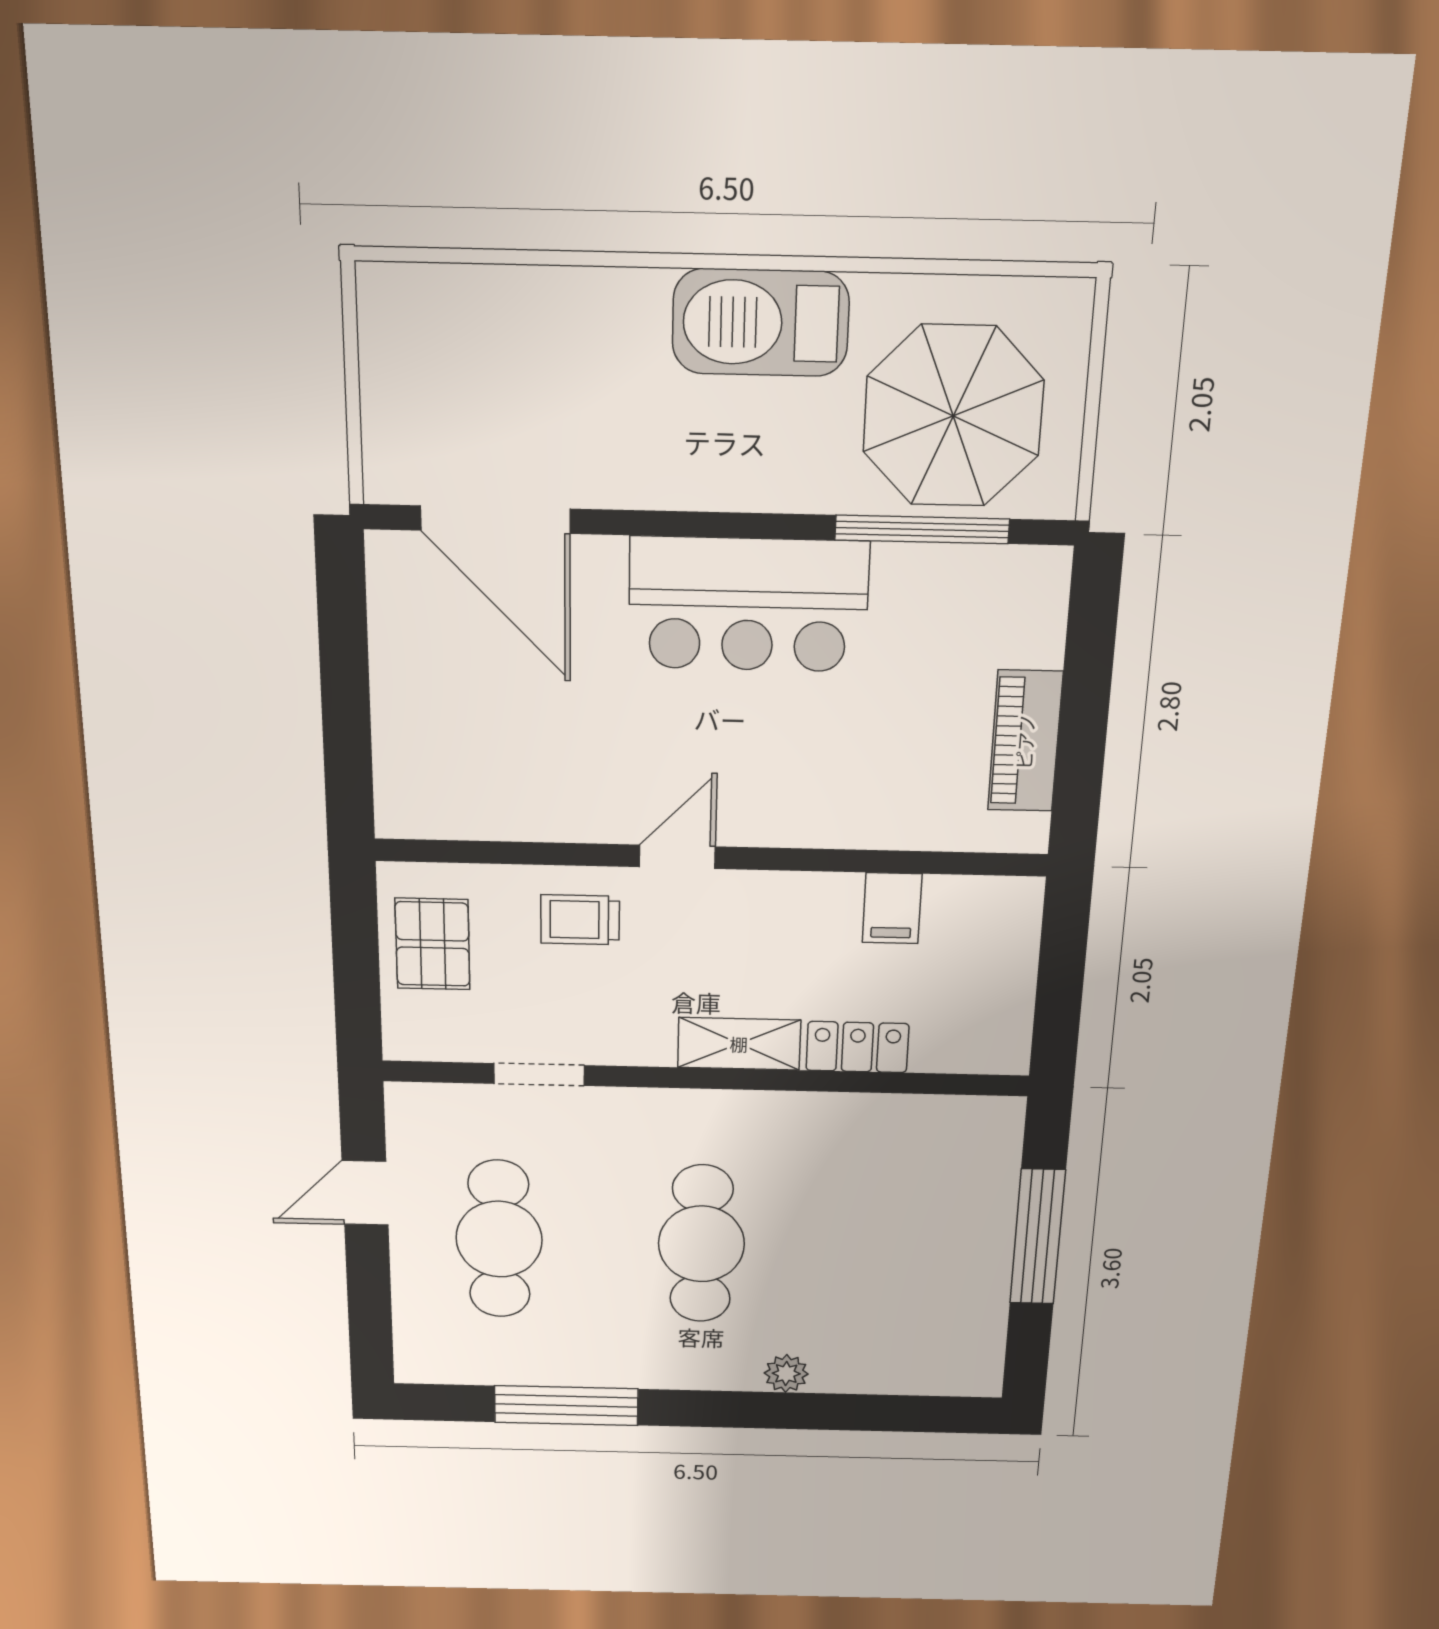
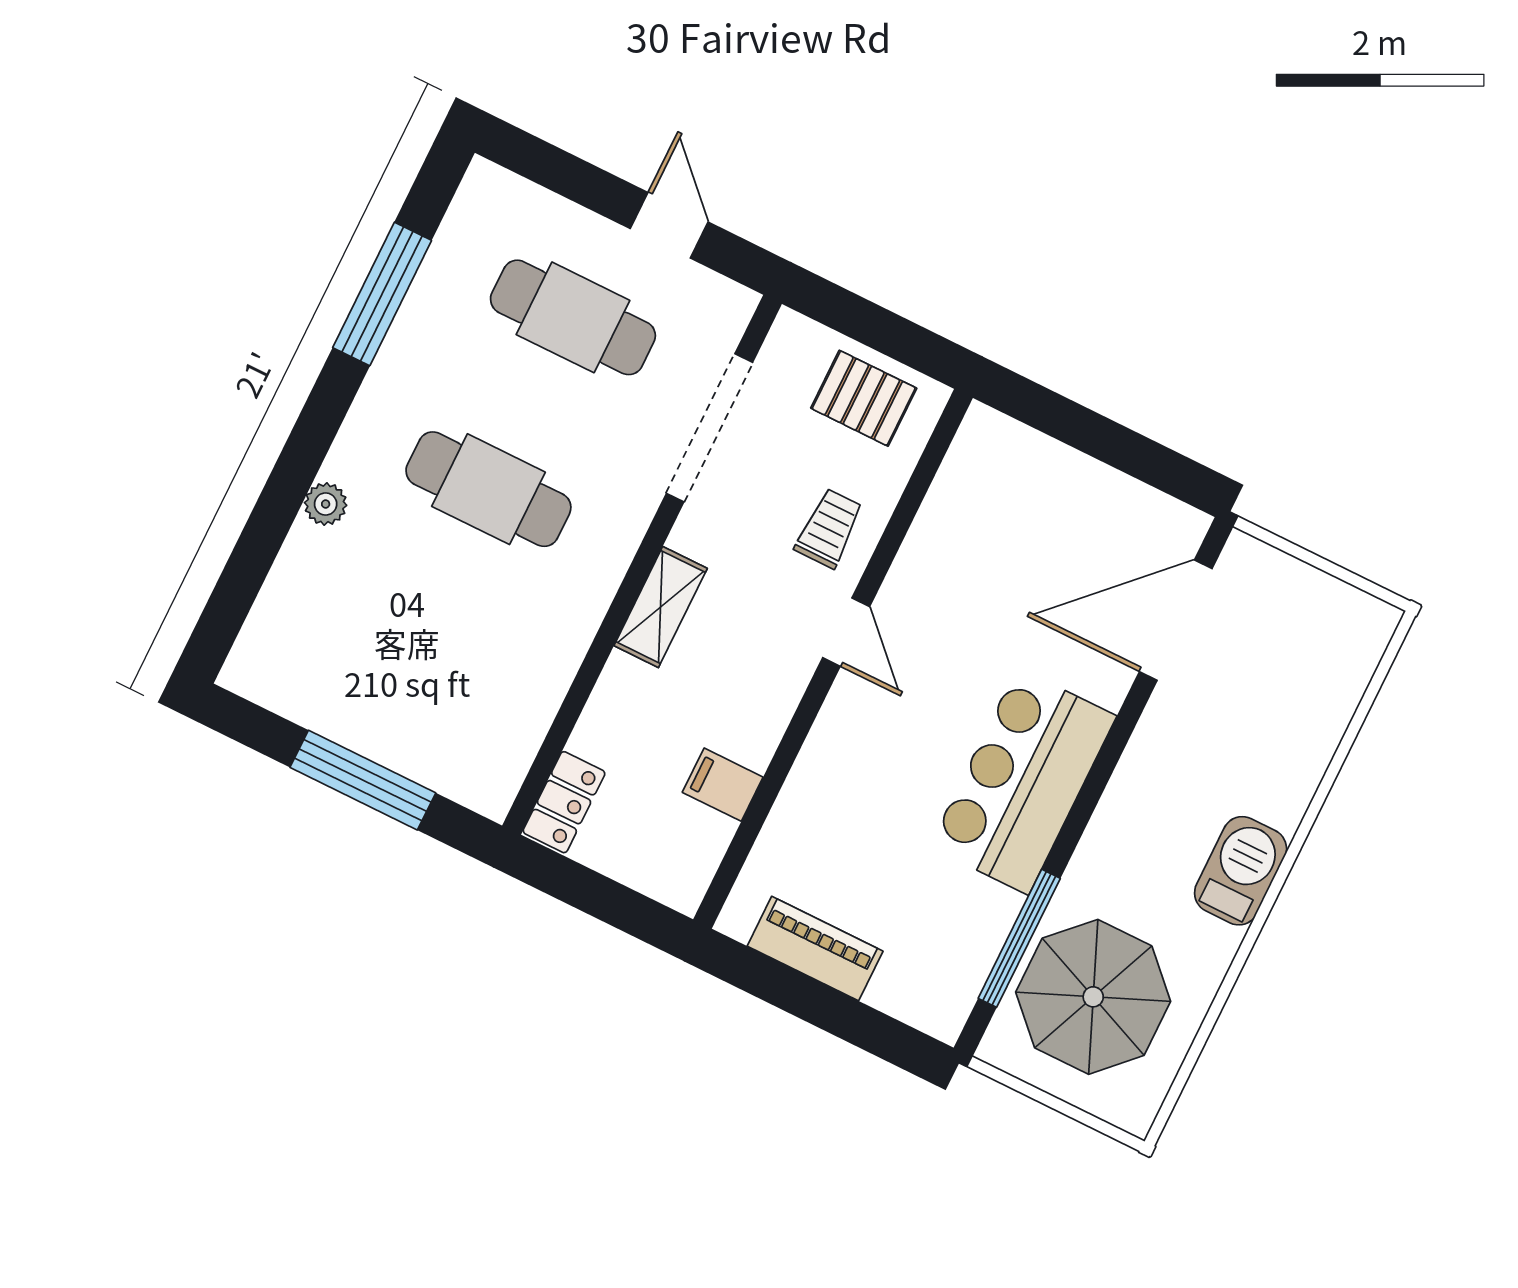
barbecue: (761, 323) -> (1241, 871), width x0.73, depth x0.83
locker: (857, 1047) -> (564, 802), moved
doorway: (539, 1075) -> (709, 428), width x1.88

